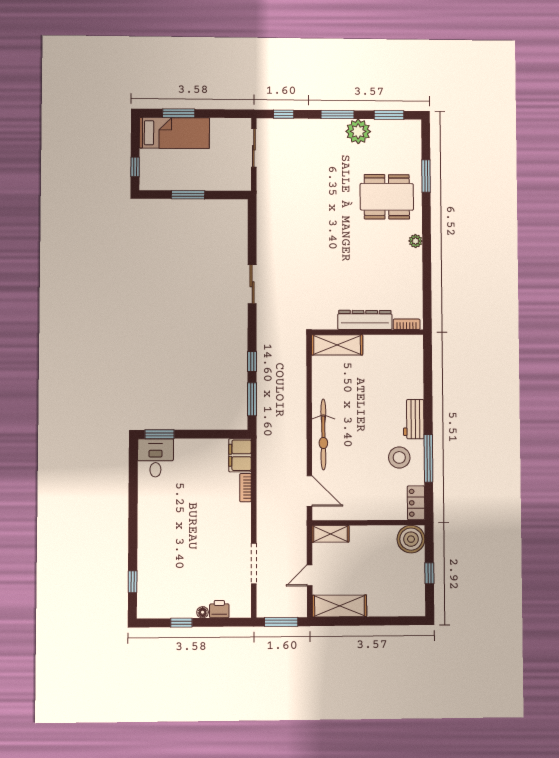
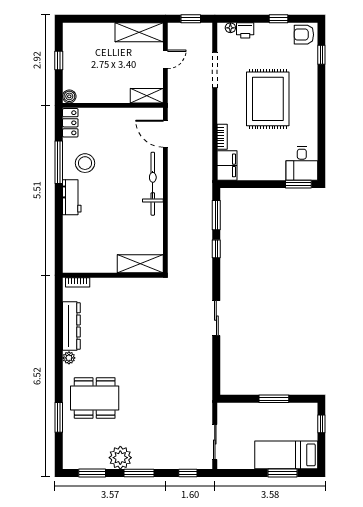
dresser: (365, 320) -> (71, 326), moved, turned -90
rug: (194, 531) -> (268, 99), added
boiler: (411, 539) -> (69, 96), width x0.54, depth x0.54
armchair: (152, 605) -> (304, 35), added
floor lamp: (203, 612) -> (230, 28), moved
window: (281, 622) -> (191, 19), width x0.67

